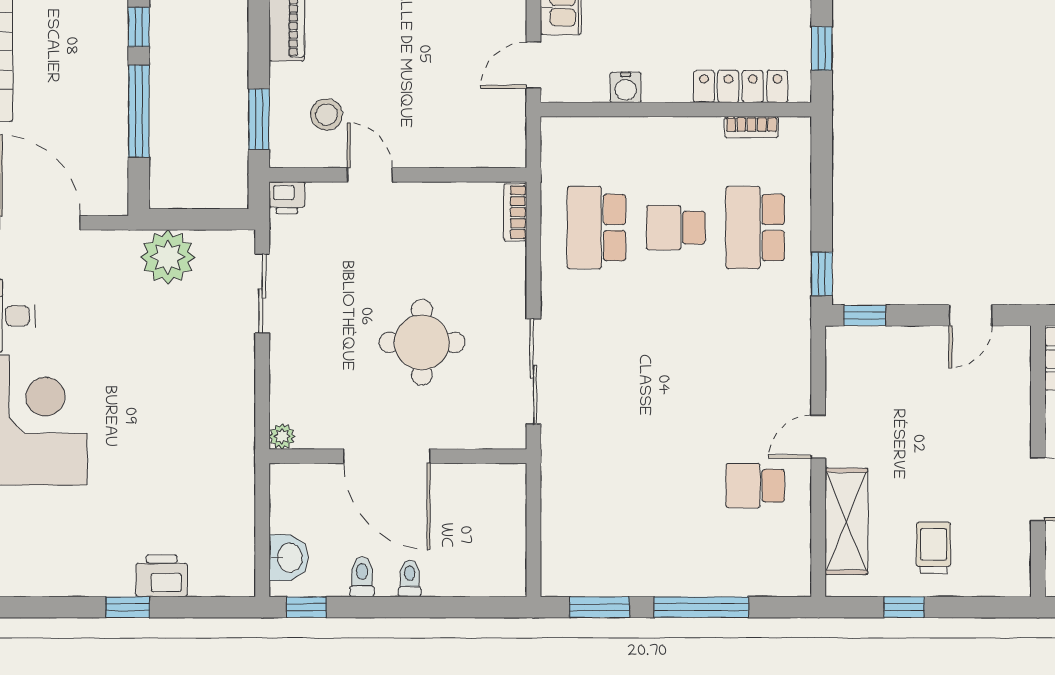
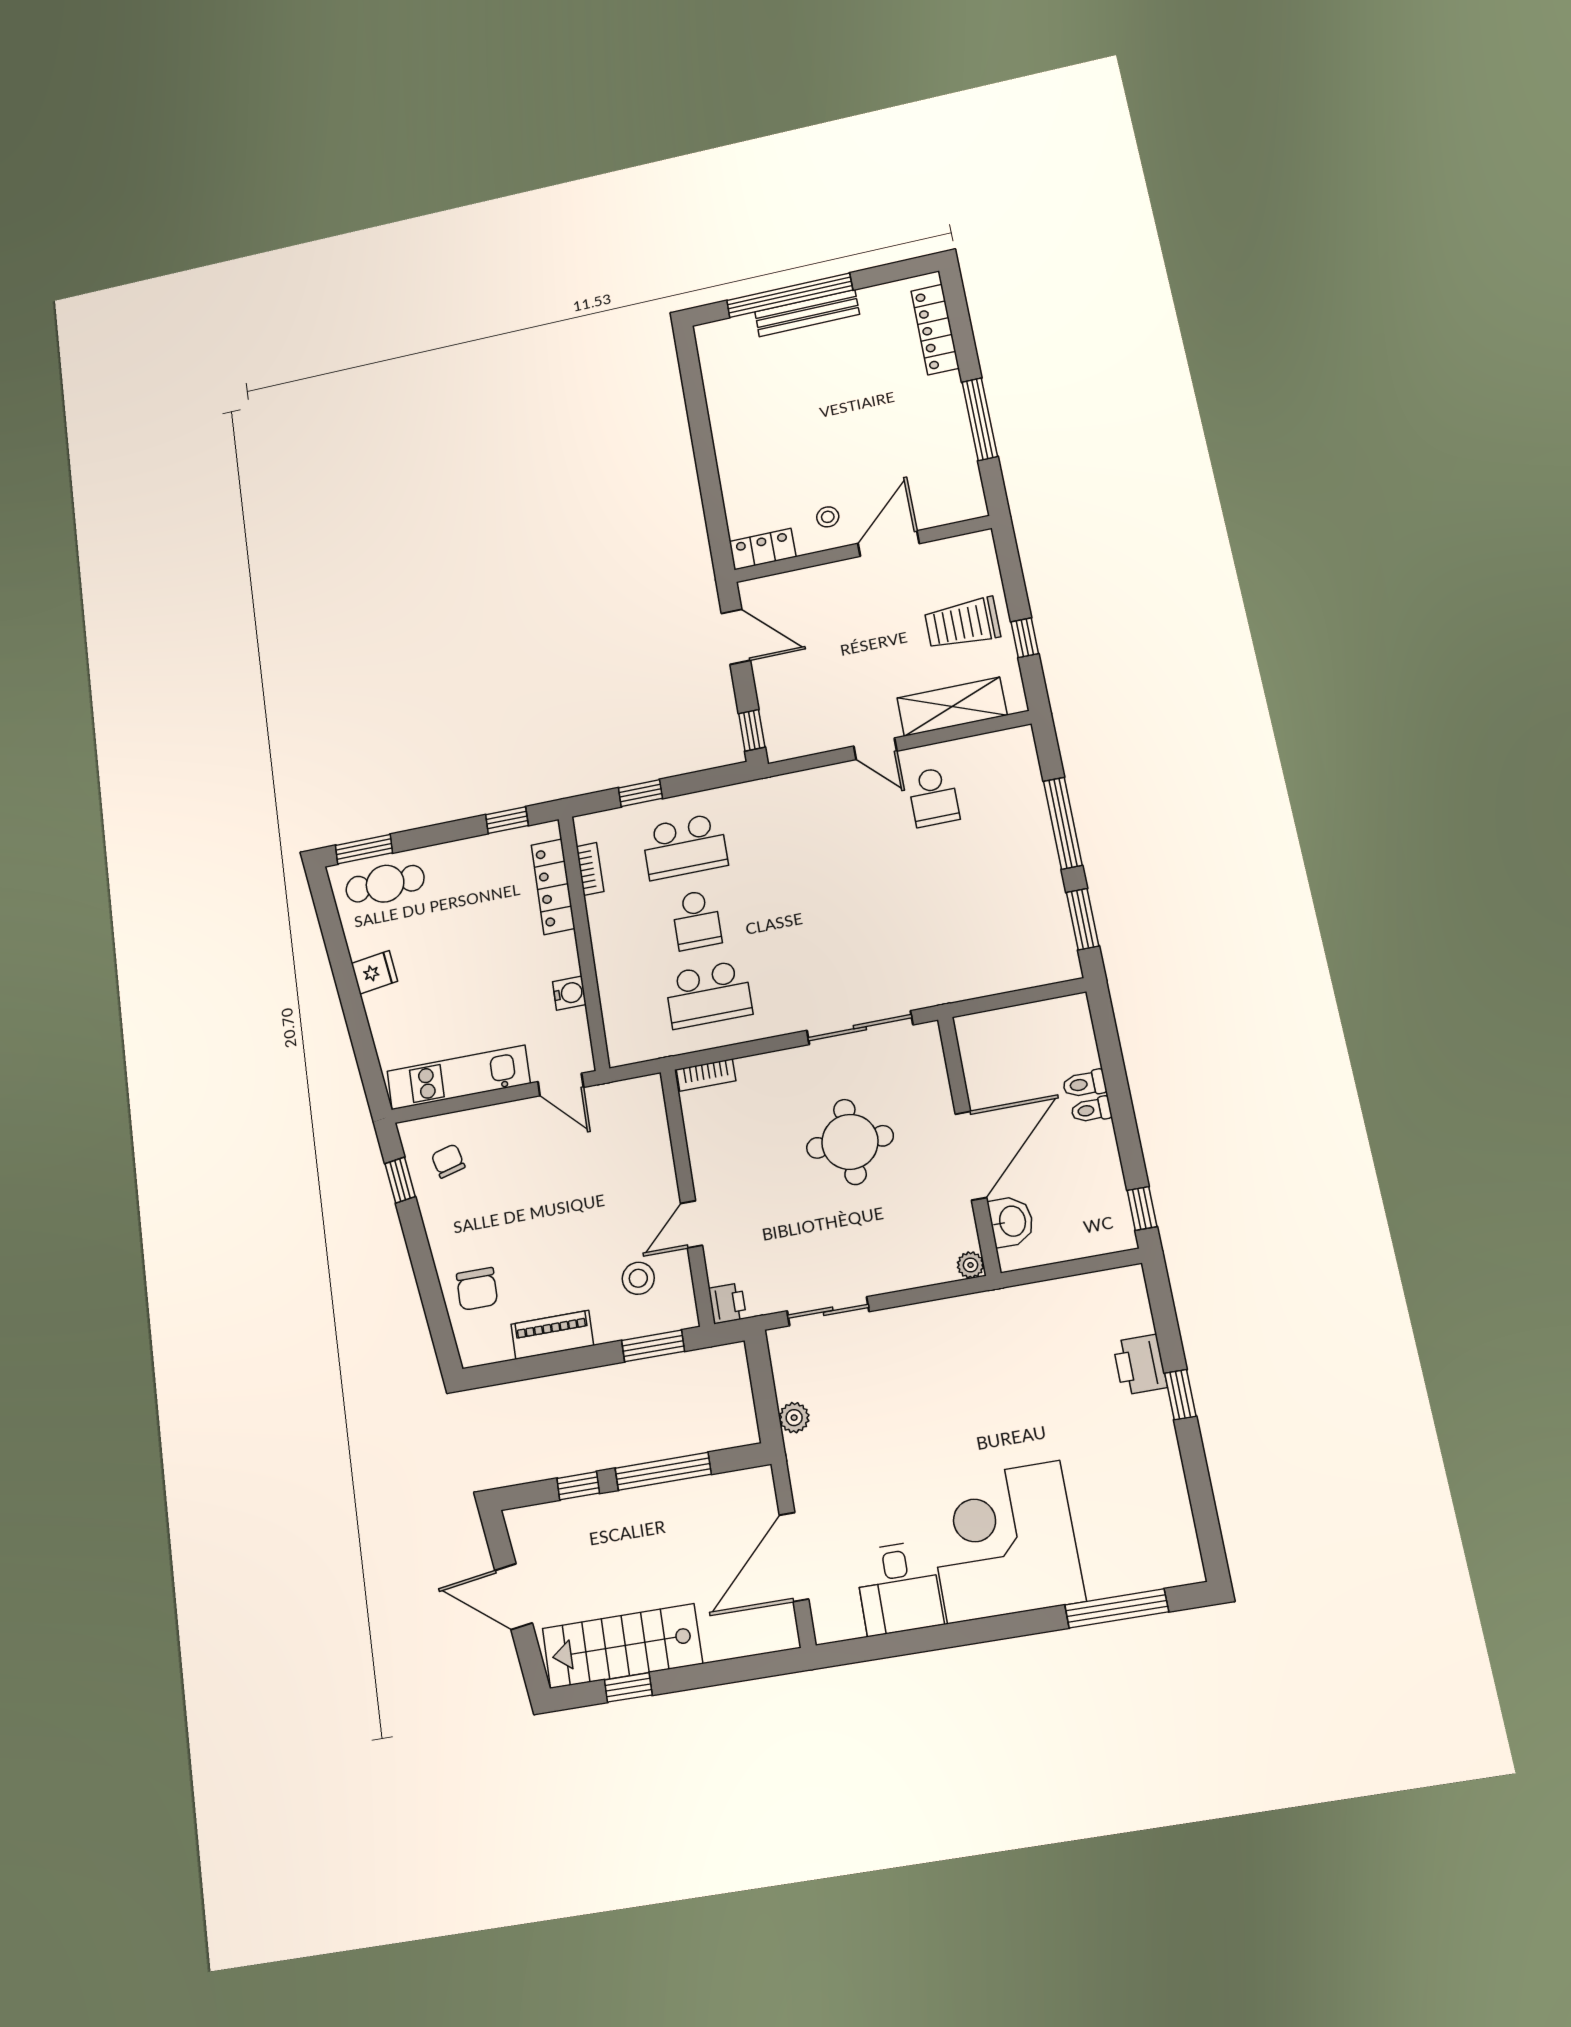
plant: (168, 257) -> (794, 1418), width x0.53, depth x0.53
window: (822, 274) -> (640, 793), moved
door: (970, 315) -> (736, 637), width x1.37
trolley: (934, 548) -> (962, 623), width x1.36, depth x1.39
washbasin: (289, 558) -> (1011, 1221), moved, turned 90
toilet: (362, 577) -> (1084, 1084), moved

